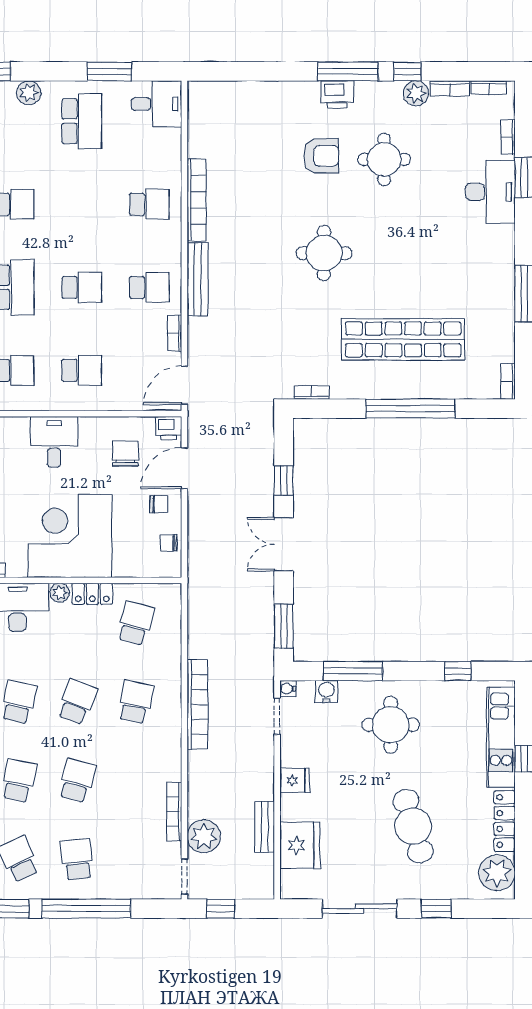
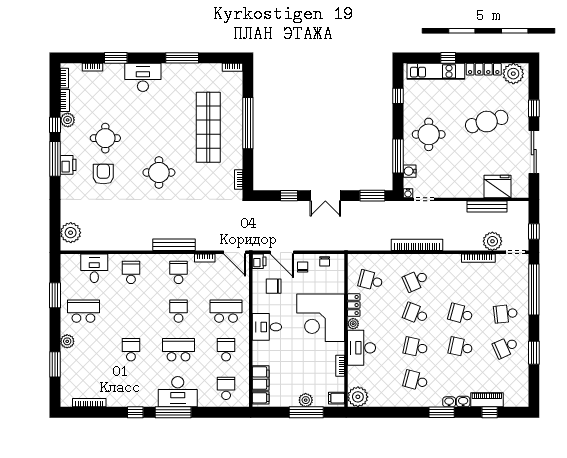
plant: (219, 99) -> (71, 233), added
desk: (157, 104) -> (94, 268), moved
desk: (490, 192) -> (143, 77), moved
bookcase: (197, 200) -> (128, 245), removed
school desk: (82, 370) -> (226, 311), width x1.85
school desk: (135, 702) -> (416, 280), turned -36
fridge: (295, 780) -> (461, 189), removed
bench: (265, 827) -> (487, 206), width x1.36
window: (86, 909) -> (534, 290), moved

